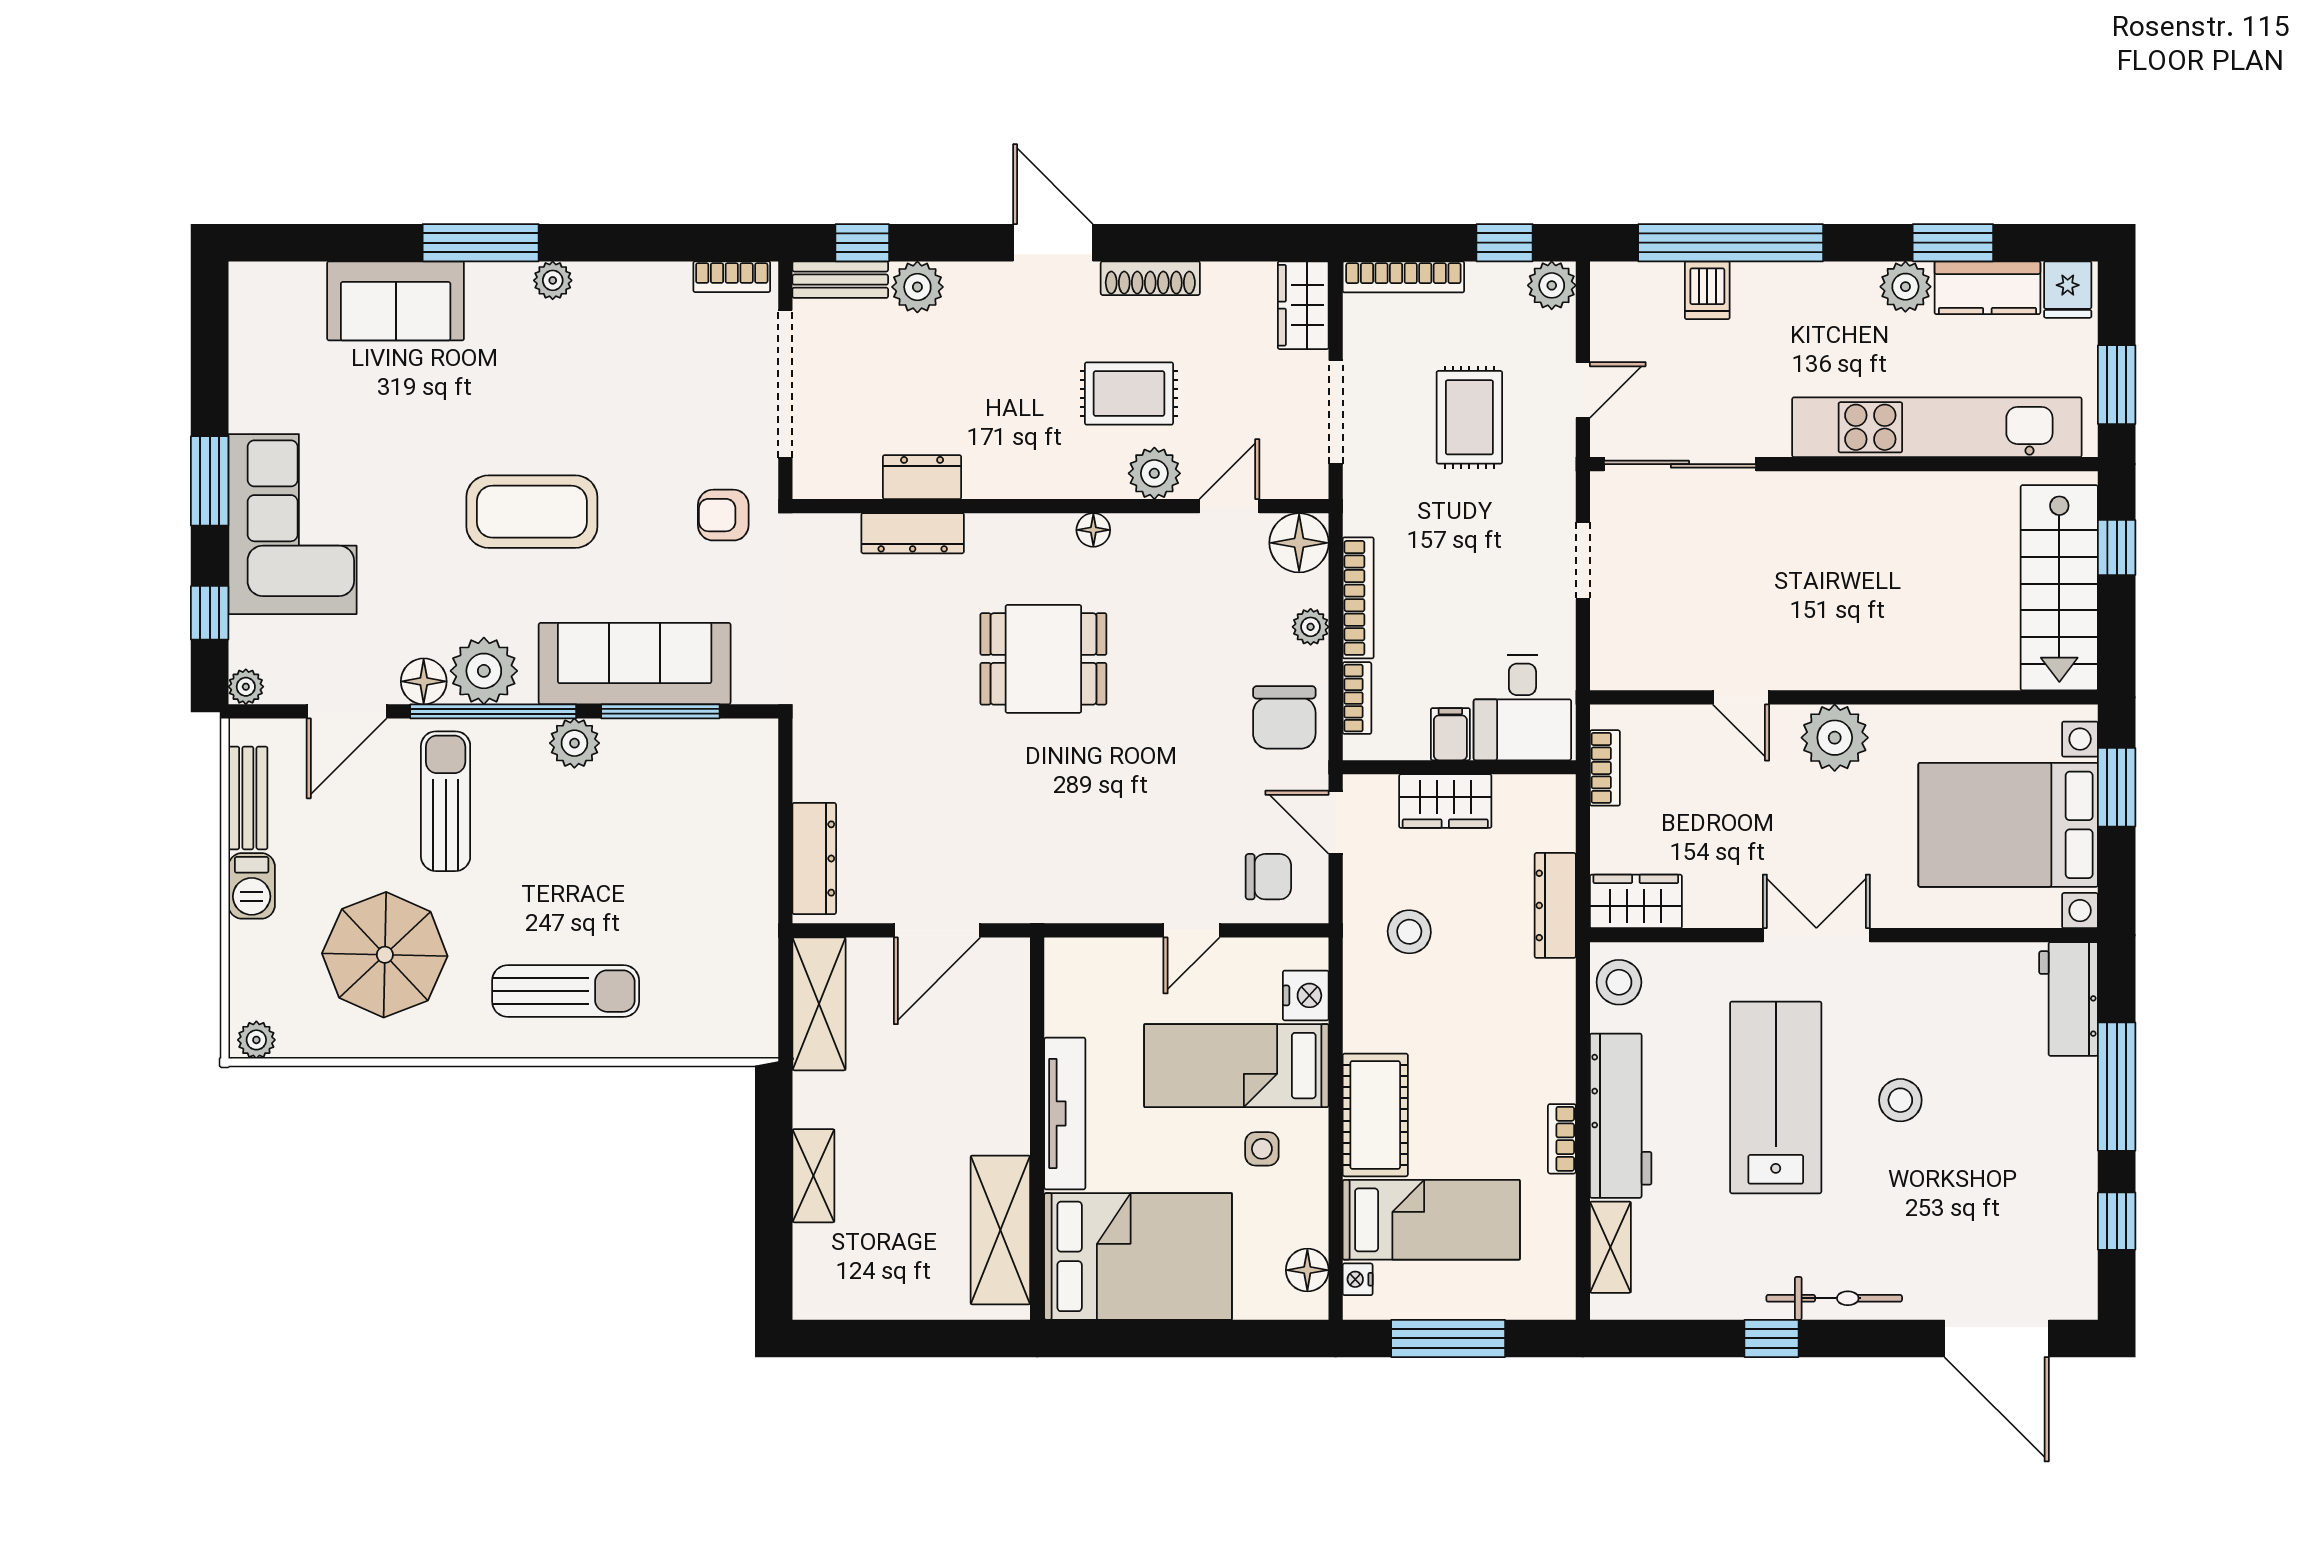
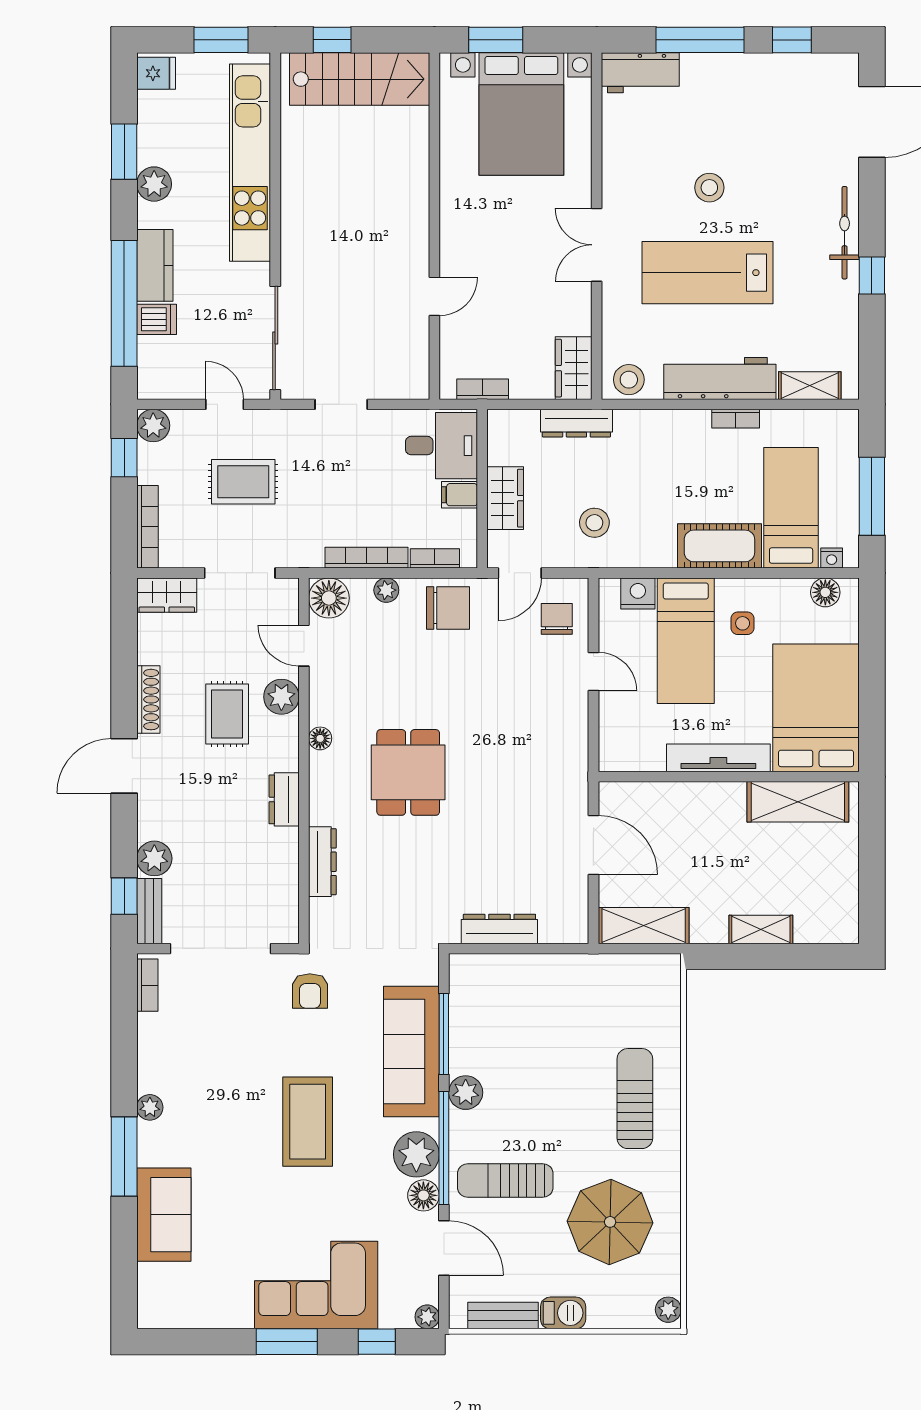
kitchen counter: (1987, 288) -> (155, 265), moved
dresser: (922, 477) -> (284, 799), moved
plant: (1835, 738) -> (462, 232), removed
dresser: (814, 858) -> (499, 929), moved

